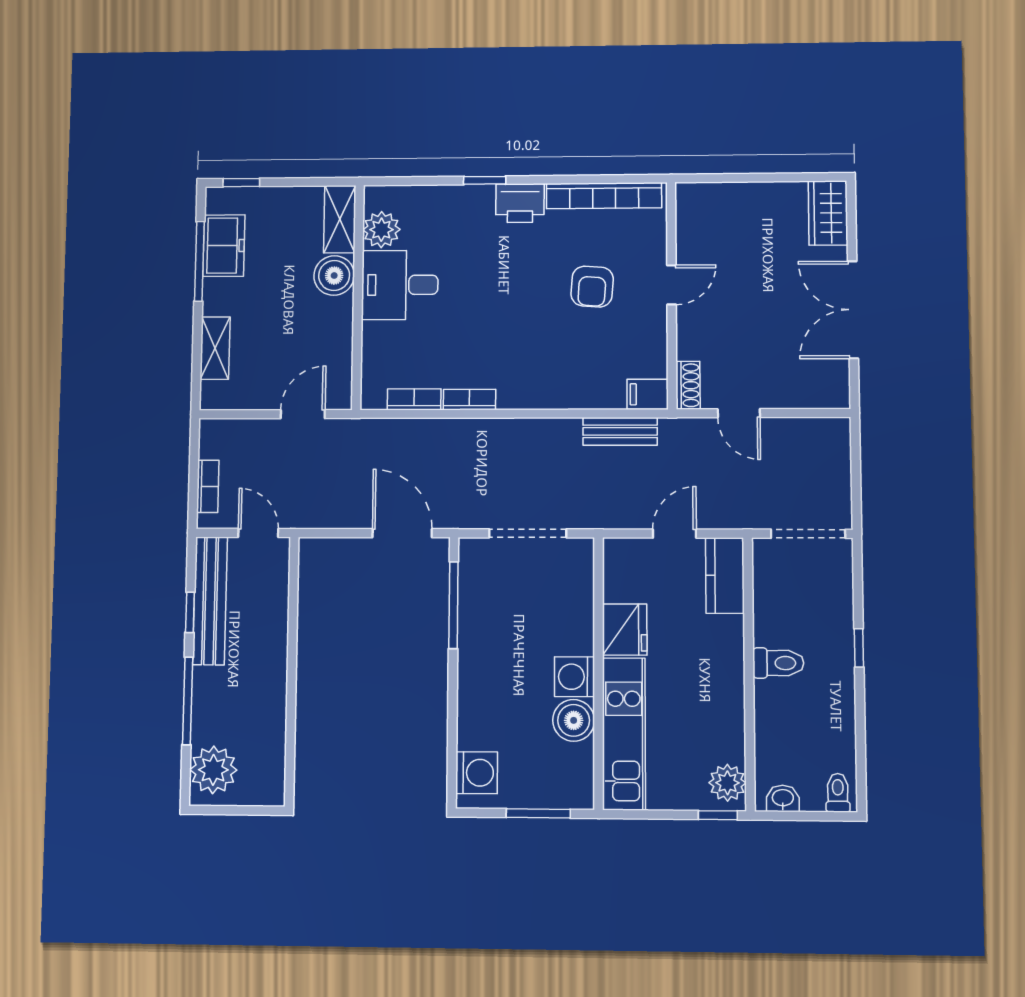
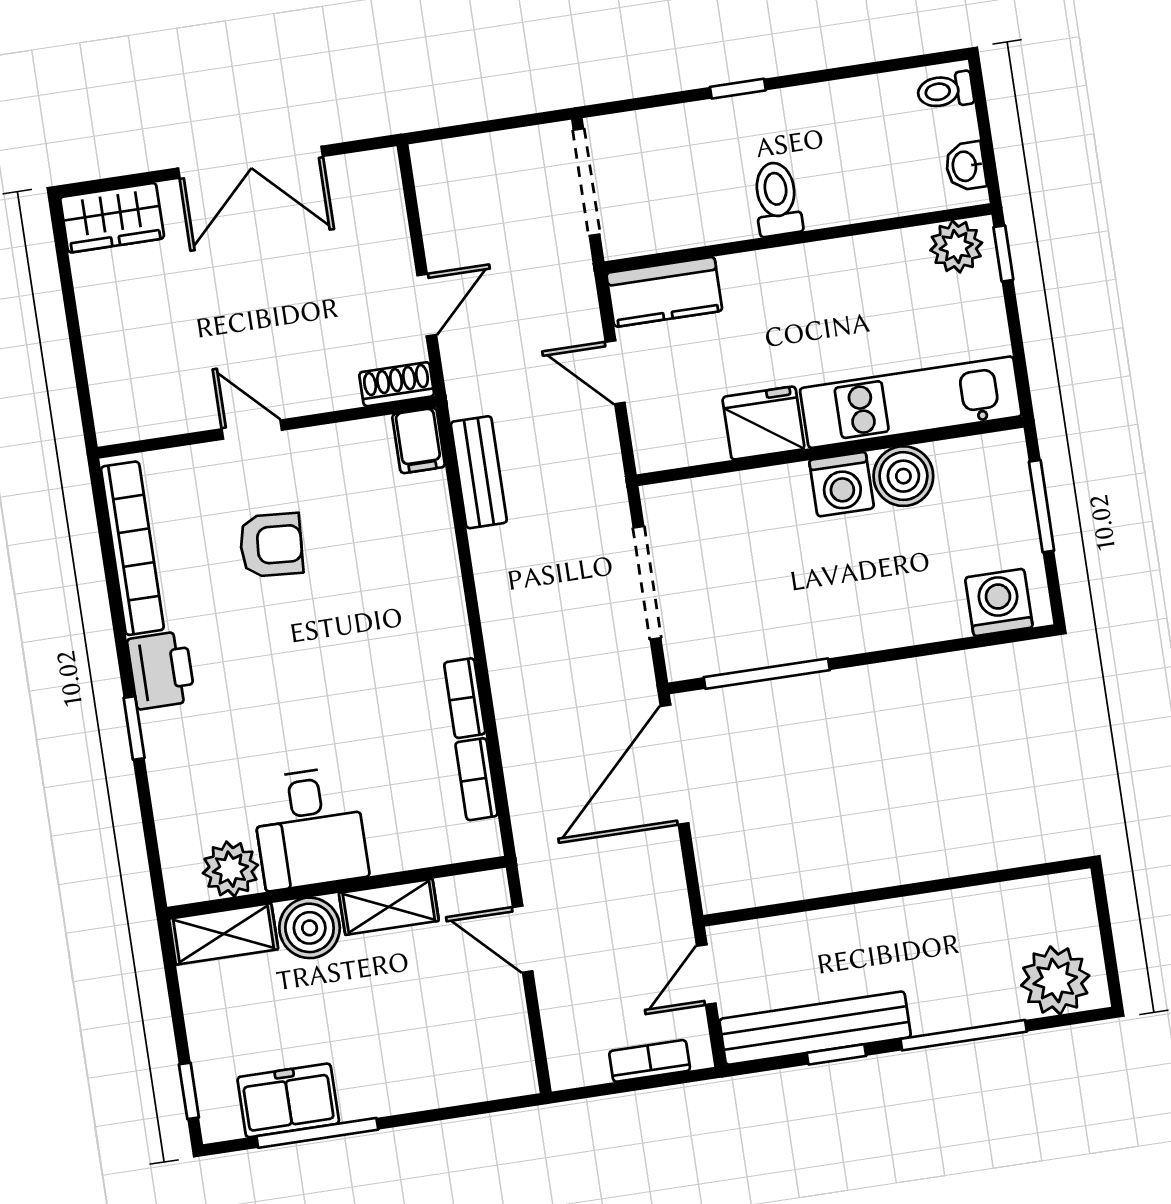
shelving: (215, 348) -> (389, 907), moved
door: (402, 533) -> (675, 765), width x1.36

